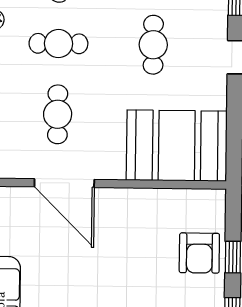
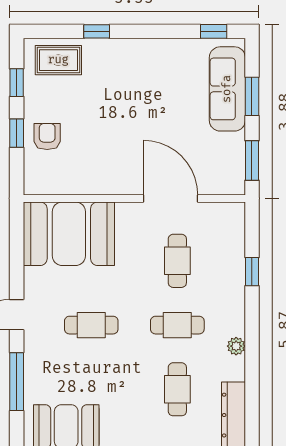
cafe table: (153, 45) -> (91, 325), turned 90
armchair: (199, 253) -> (47, 136), width x0.72, depth x0.72

